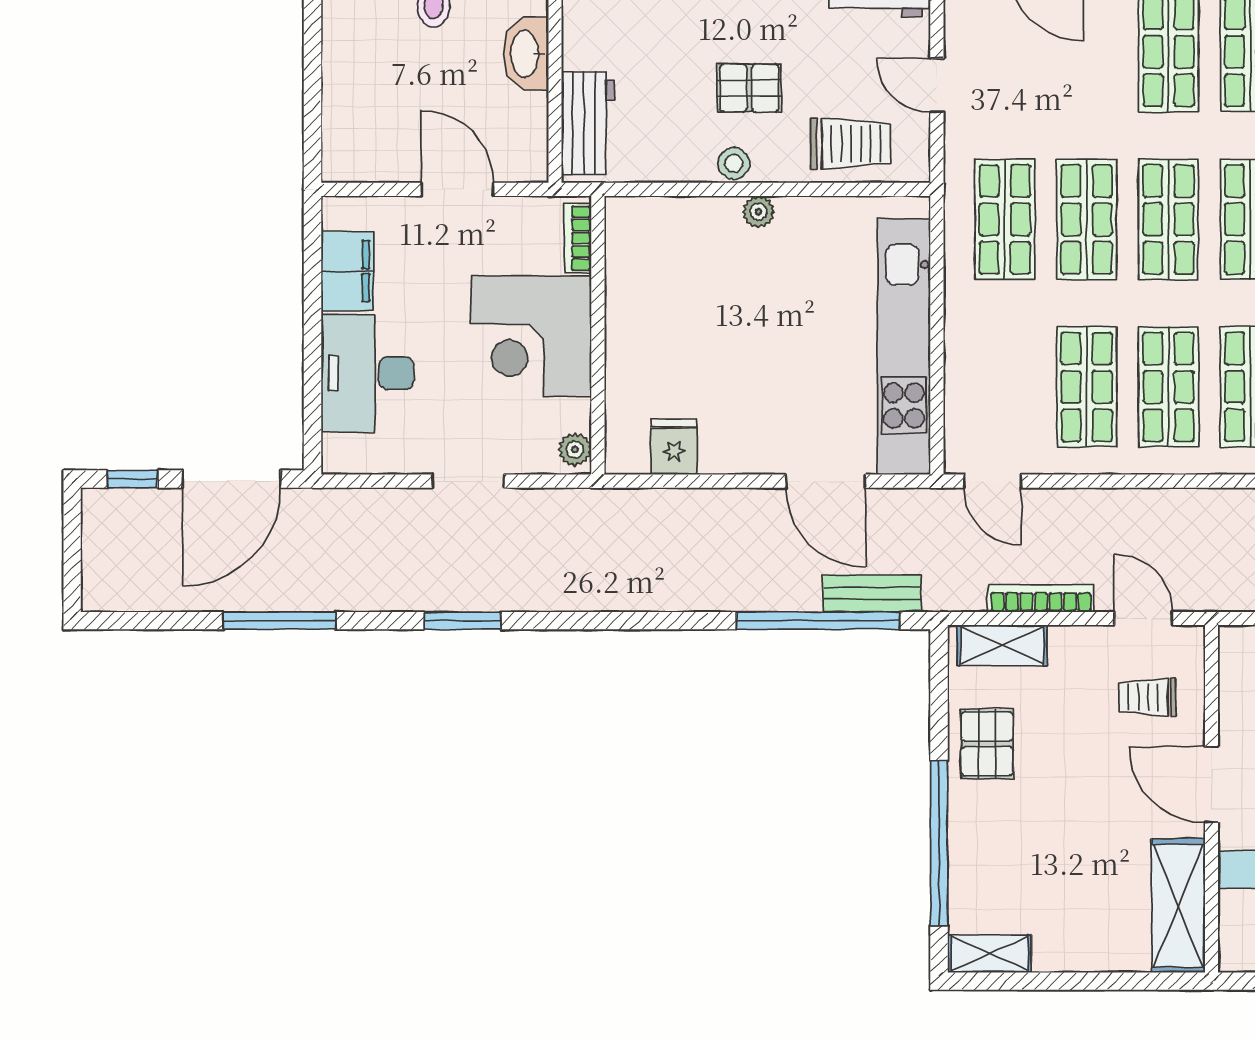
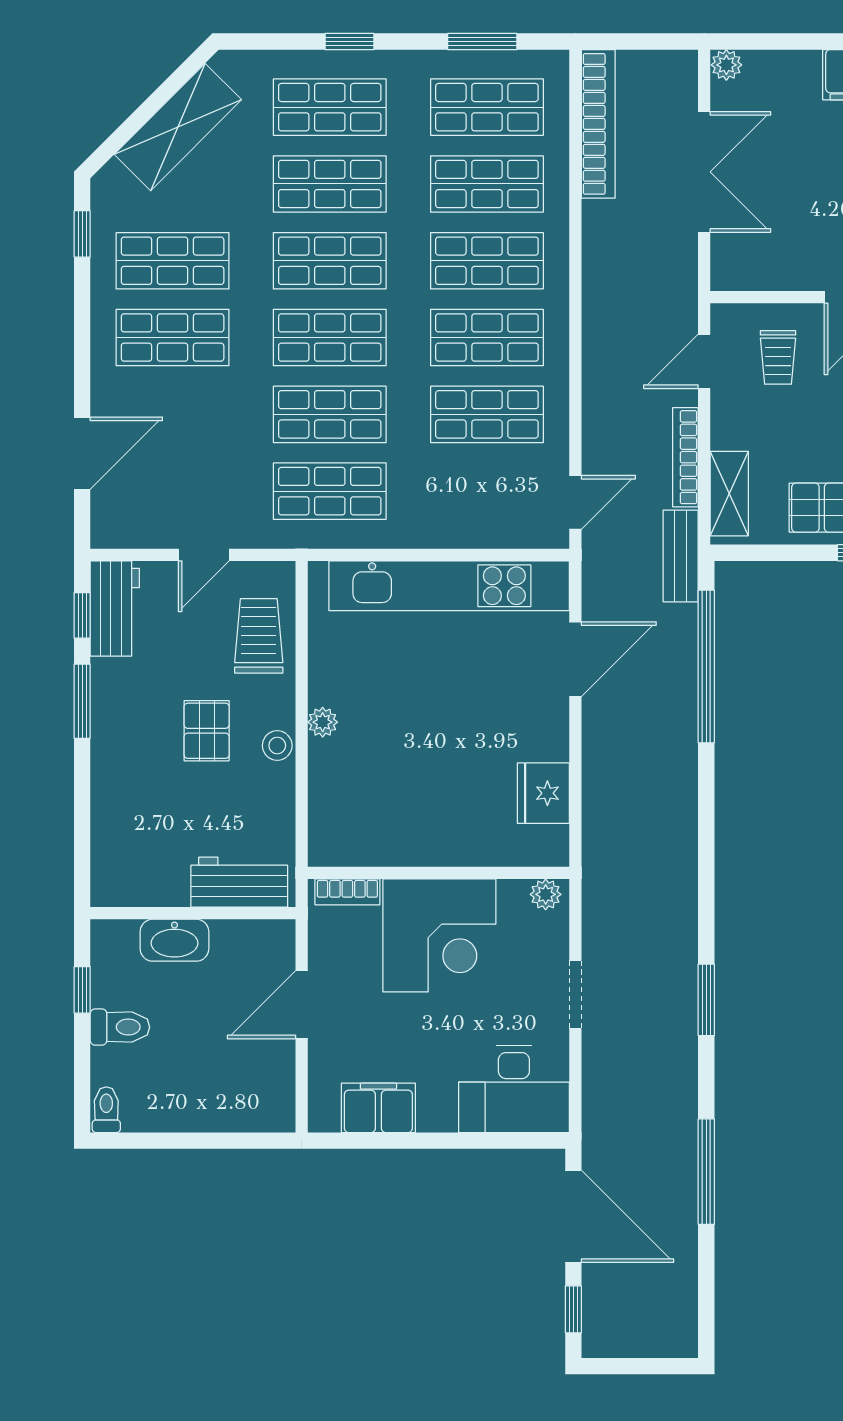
desk: (367, 373) -> (514, 1089), moved
fridge: (674, 447) -> (543, 793), width x1.38
bench: (872, 593) -> (681, 556), moved

